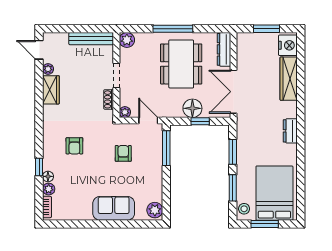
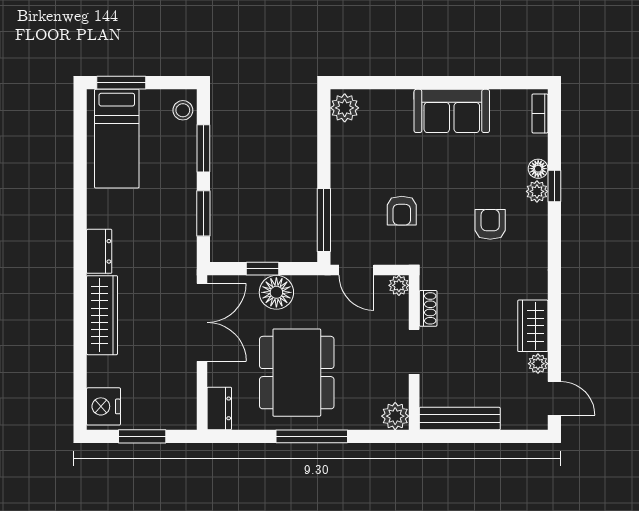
dresser: (224, 49) -> (219, 408), width x0.70
wardrobe: (289, 79) -> (102, 315), moved
plant: (49, 189) -> (537, 191), moved
bed: (274, 193) -> (117, 139), width x0.67
sofa: (114, 208) -> (452, 111), moved
window: (265, 224) -> (121, 83), moved

